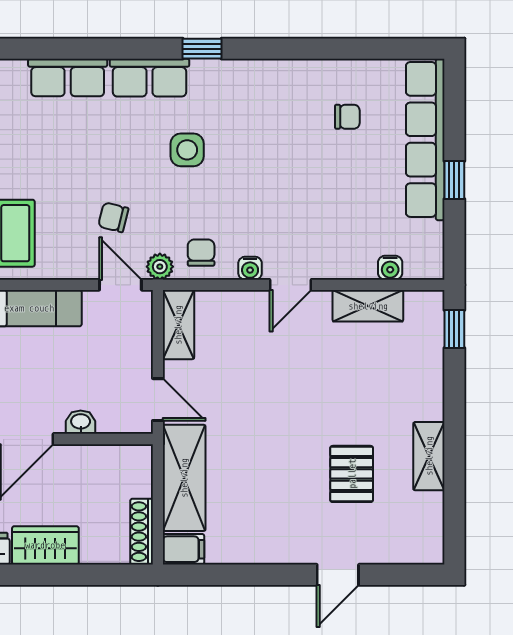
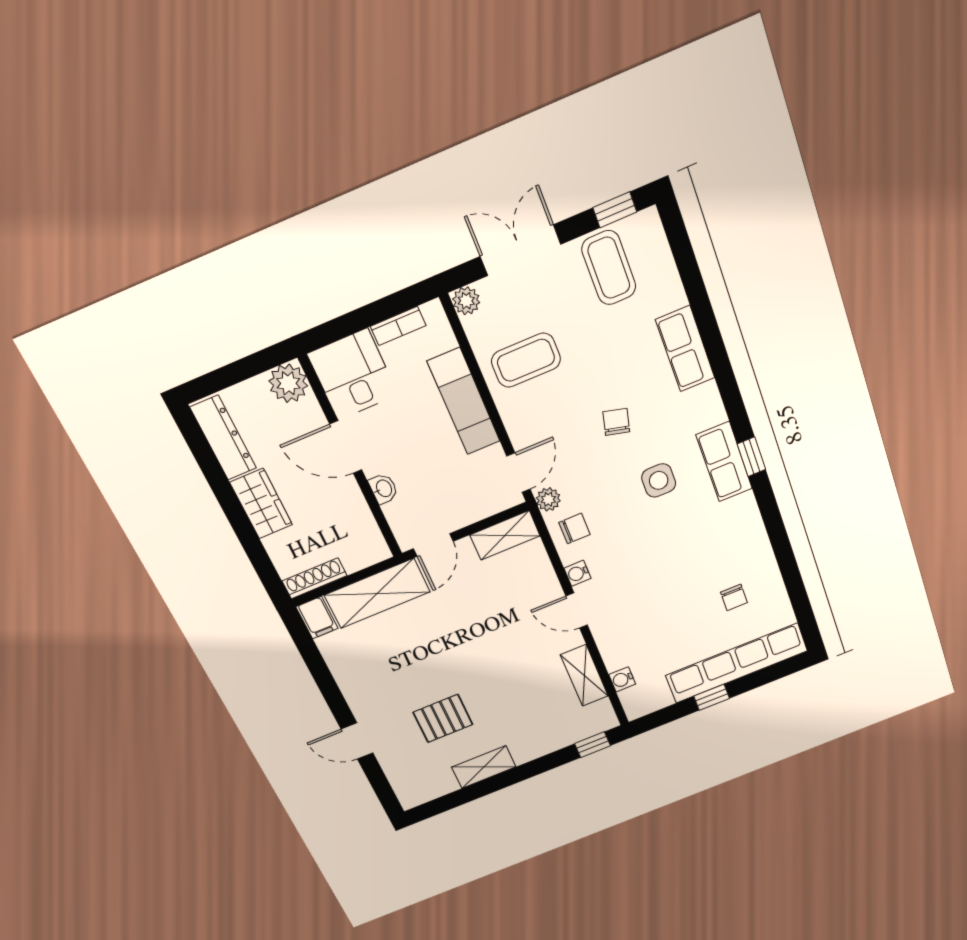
row of seats: (150, 78) -> (724, 462), moved
chair: (113, 217) -> (616, 422), moved

